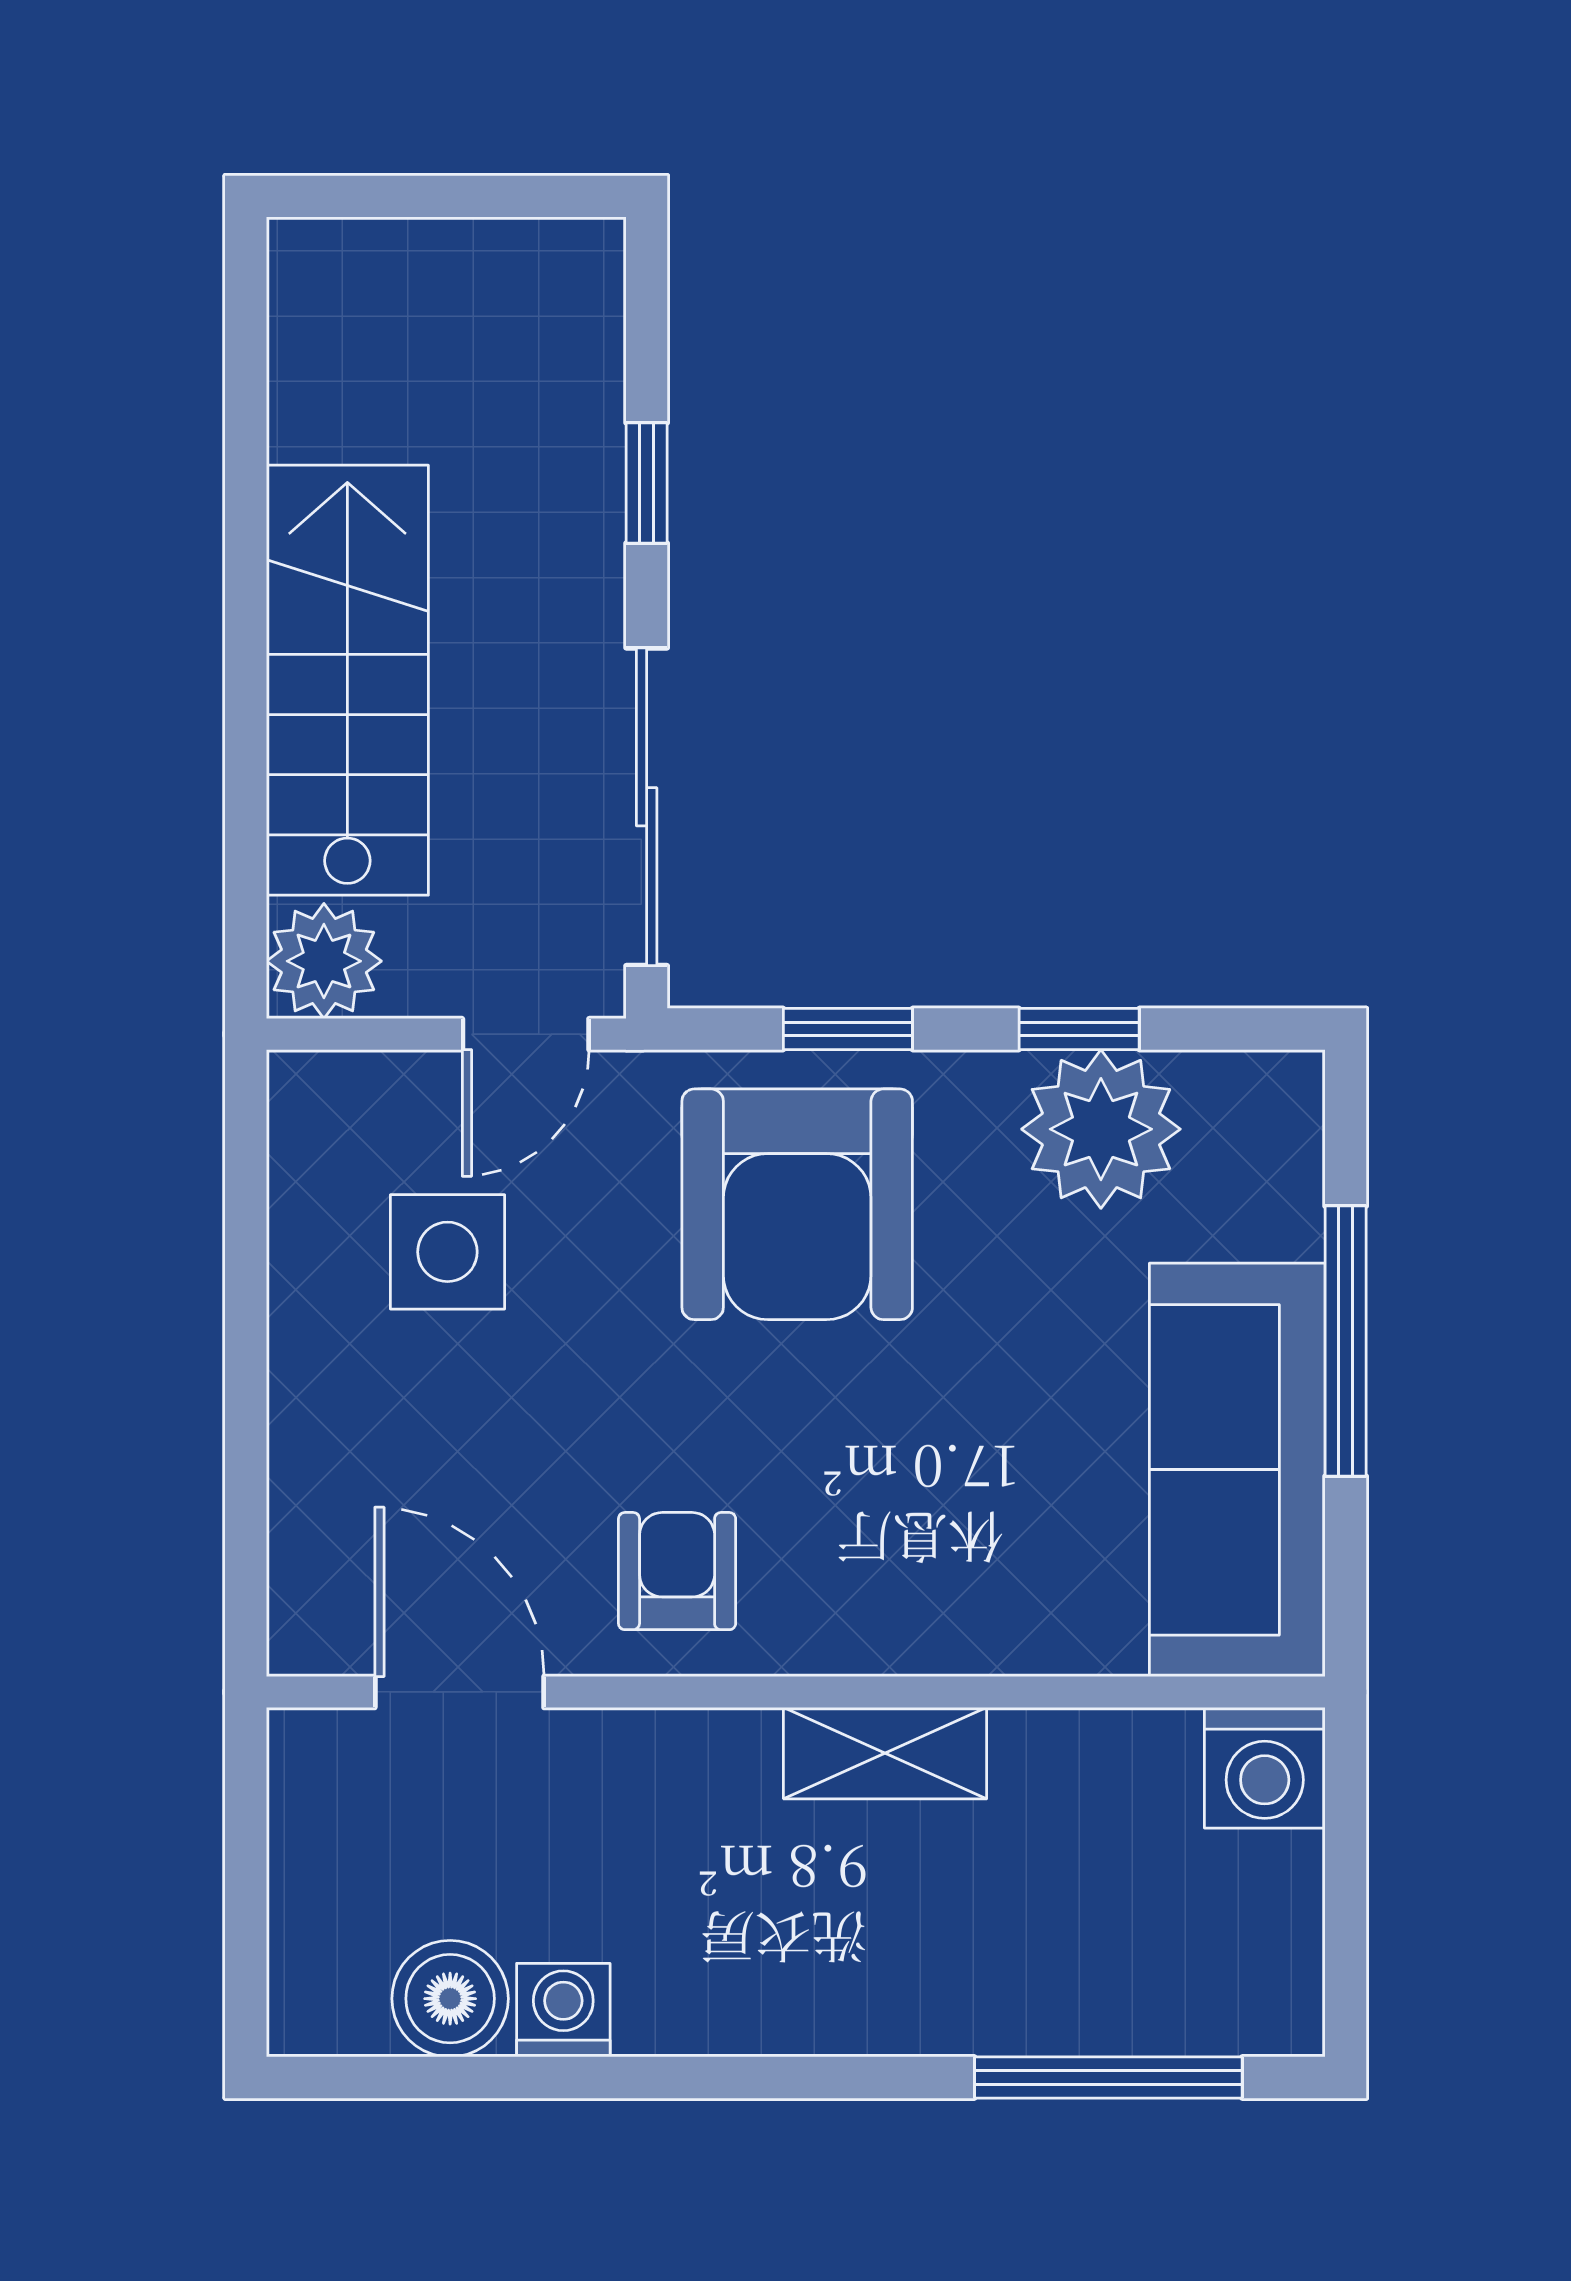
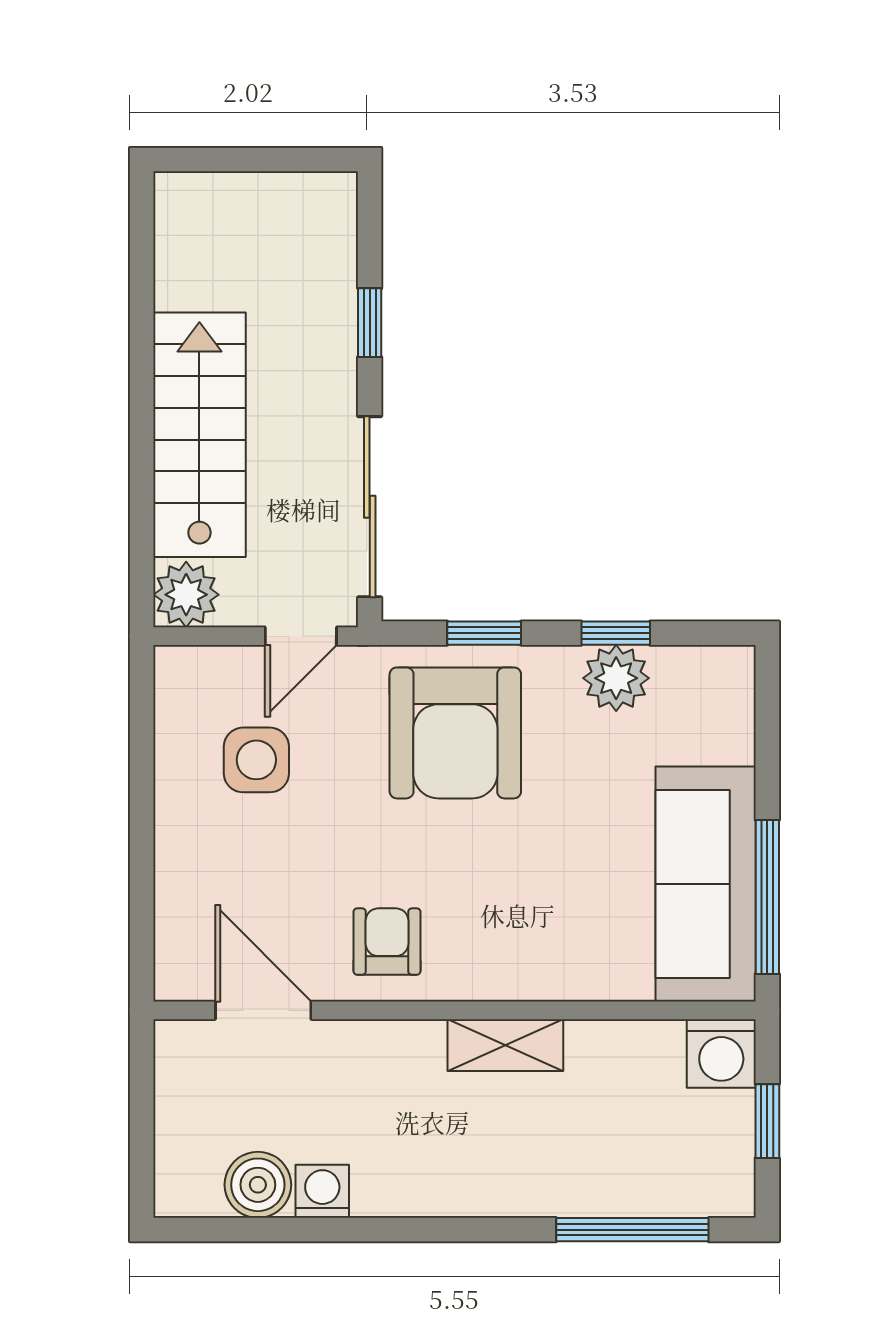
plant: (1101, 1129) -> (616, 678), width x0.73, depth x0.73
window: (1346, 1341) -> (767, 897), moved
window: (1346, 1887) -> (767, 1121), added

